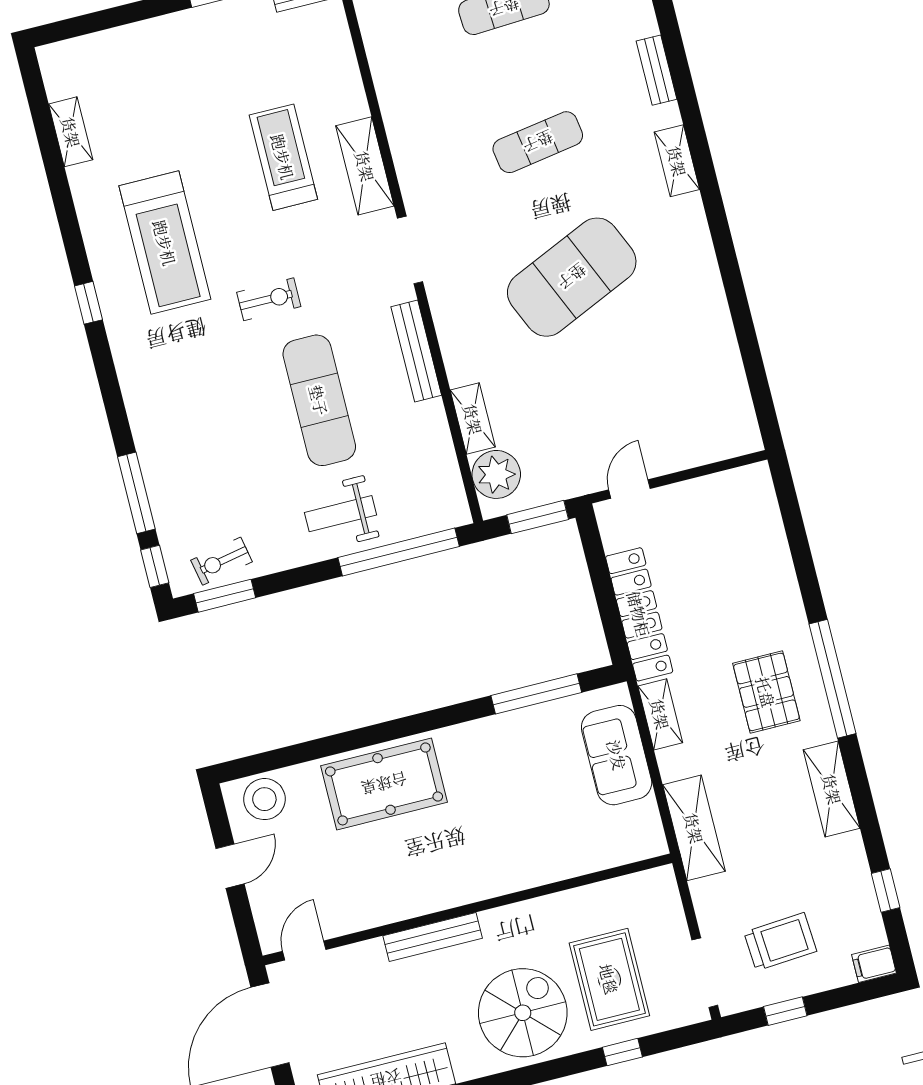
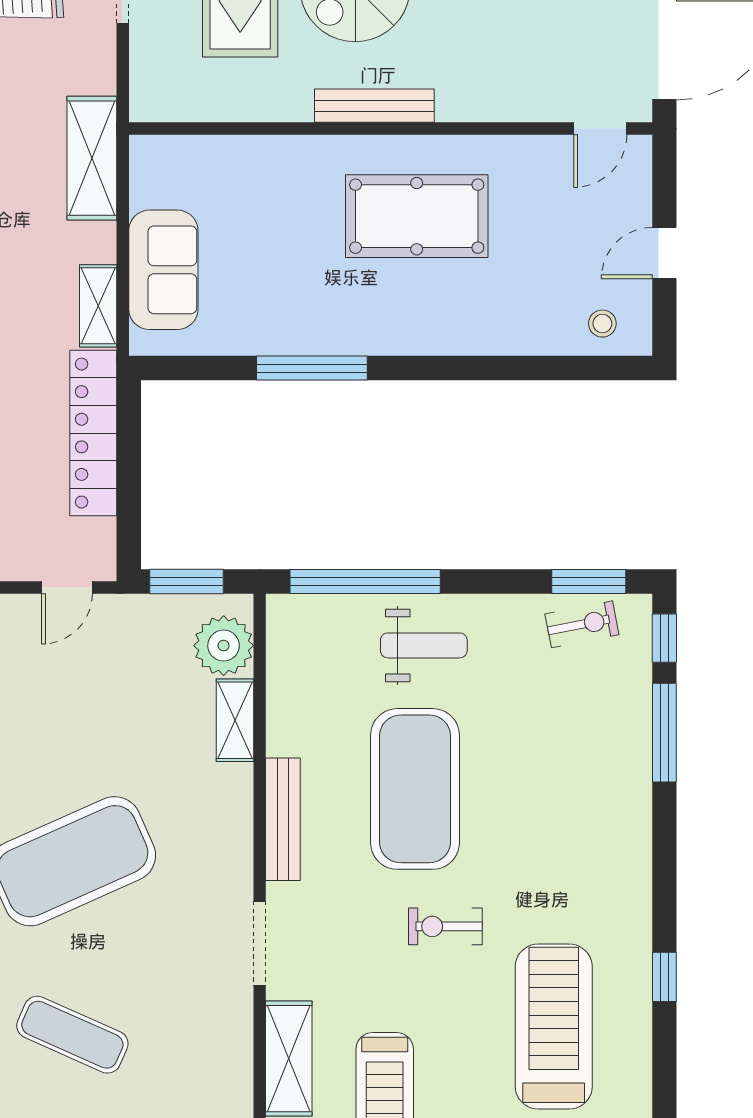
exercise mat: (538, 142) -> (72, 1035), turned 33
exercise mat: (319, 400) -> (415, 789), width x1.47
window: (536, 694) -> (312, 368), moved
pool table: (384, 784) -> (417, 216), moved
stool: (264, 799) -> (602, 324), width x0.53, depth x0.53
bench: (433, 937) -> (374, 106), moved

